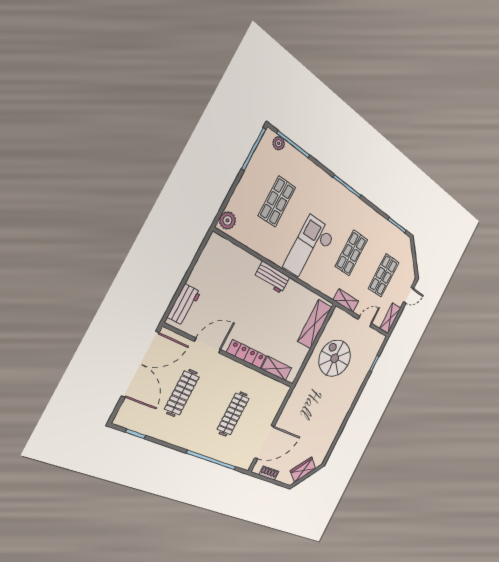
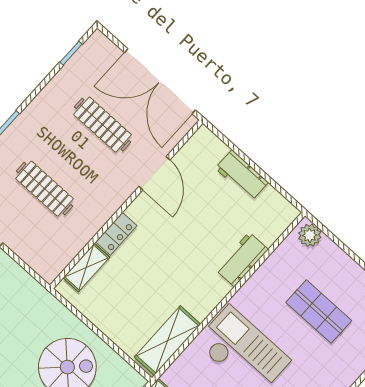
workbench: (272, 277) -> (242, 259), moved
workbench: (184, 305) -> (242, 175), moved
shelving: (315, 324) -> (167, 341), moved, turned 90
locker: (247, 354) -> (116, 234), width x0.66

